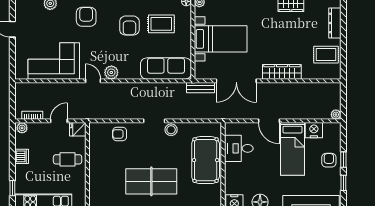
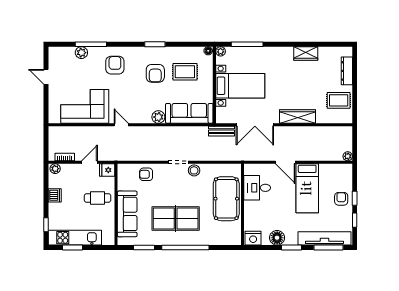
plant: (111, 72) -> (158, 117), moved
nightstand: (314, 130) -> (327, 171), removed
sofa: (99, 176) -> (127, 214), added

